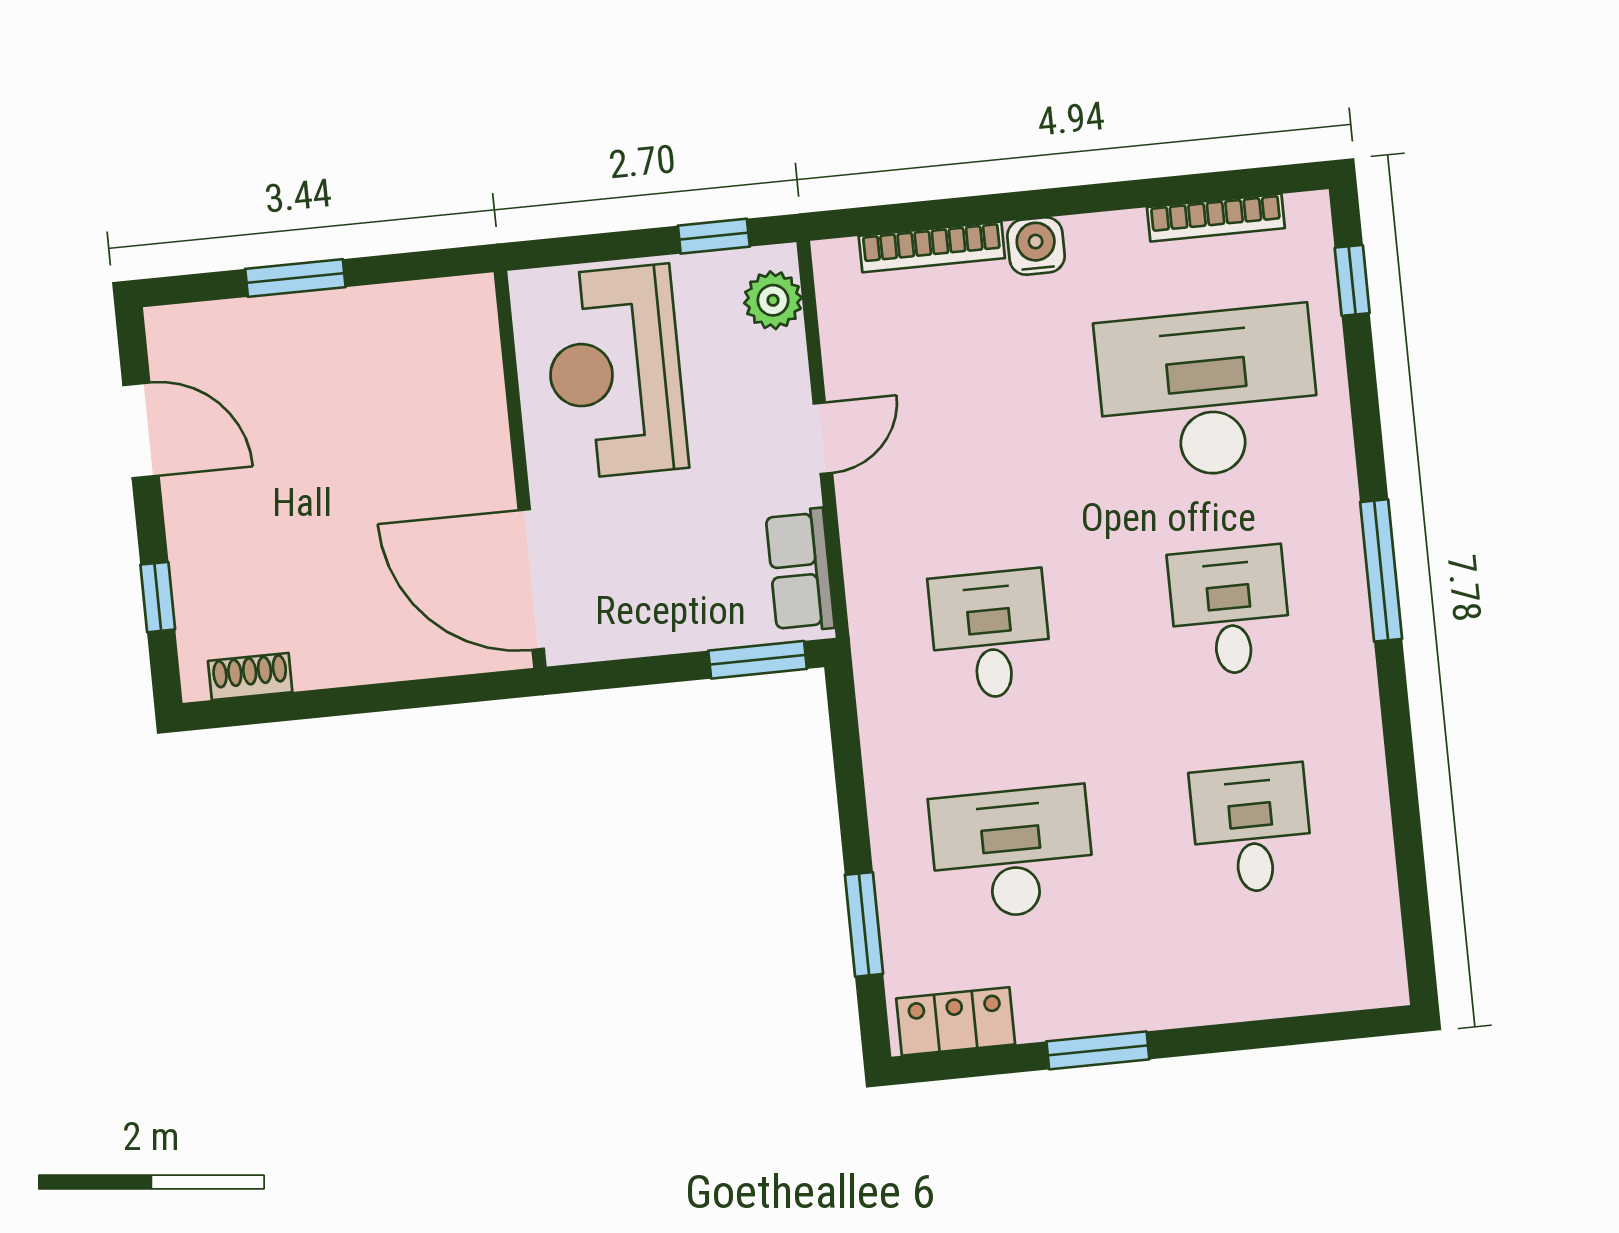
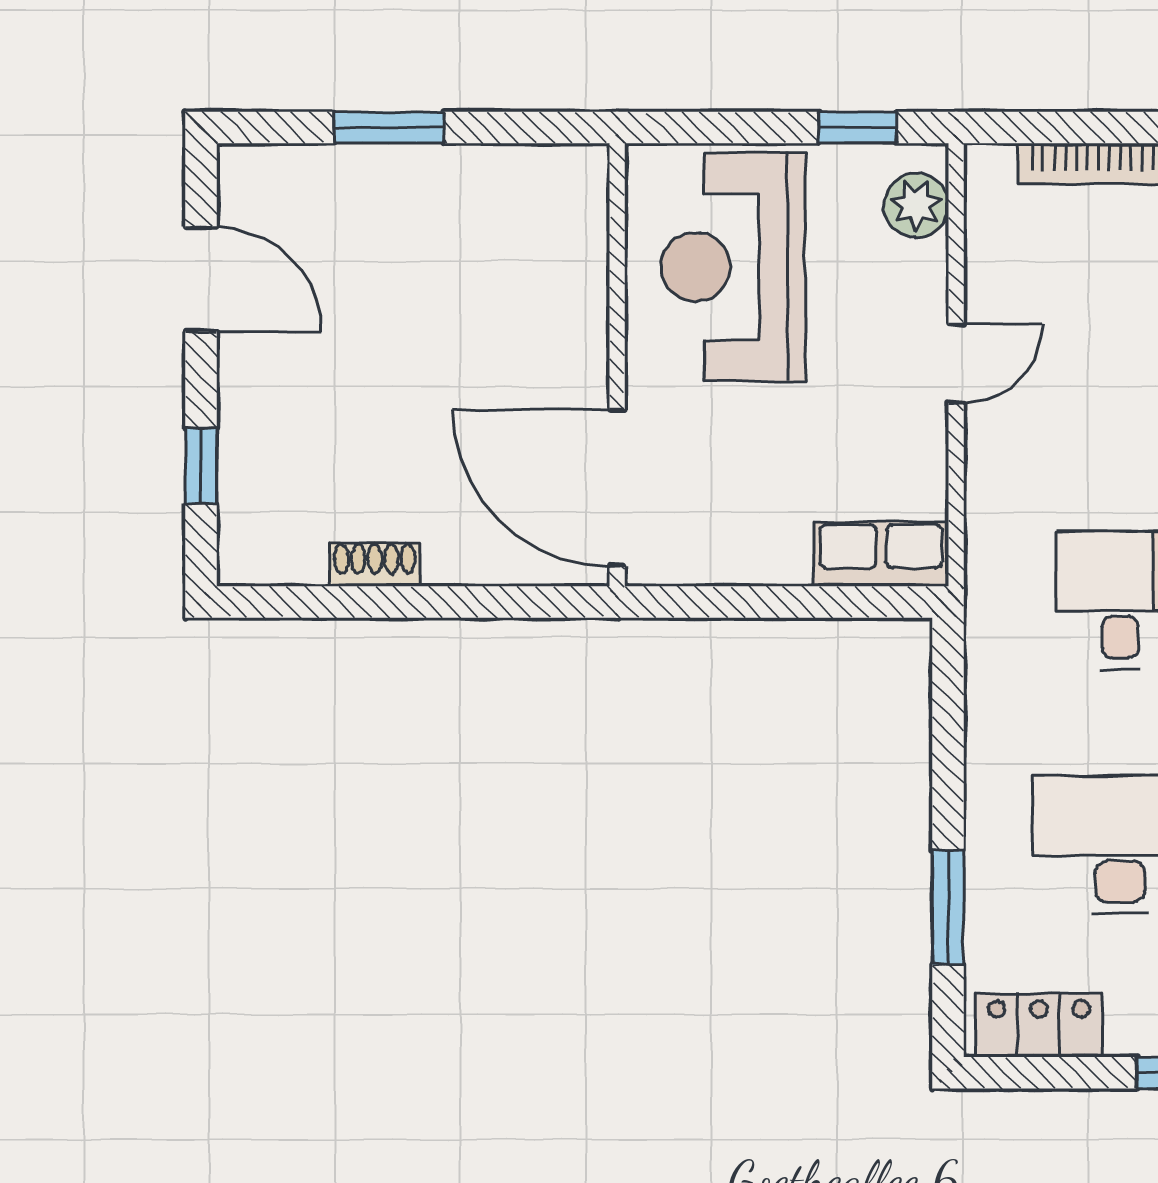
row of seats: (800, 570) -> (881, 554), moved, turned 90
window: (758, 660) -> (859, 602), removed
shoe rack: (250, 676) -> (375, 564), moved

